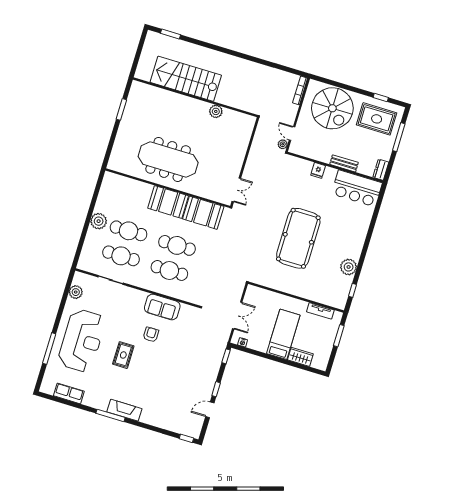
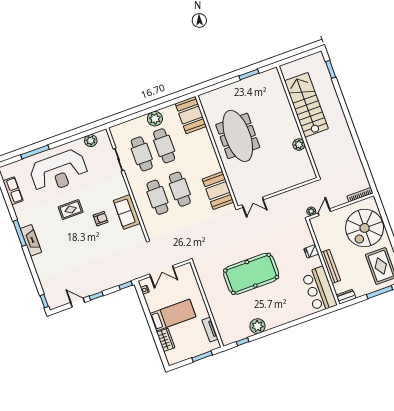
bench: (344, 163) -> (331, 266), width x1.36
booth: (168, 202) -> (191, 115), moved

